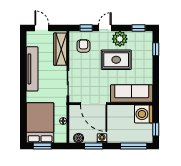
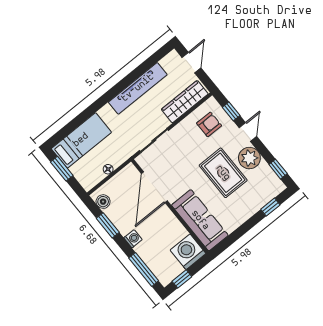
door: (105, 28) -> (248, 132), hinge flipped
bed: (40, 123) -> (81, 140), width x0.67
washing machine: (102, 138) -> (133, 239), moved

